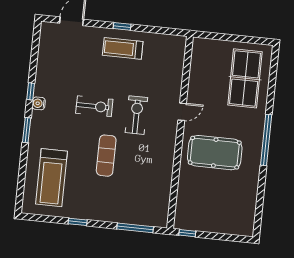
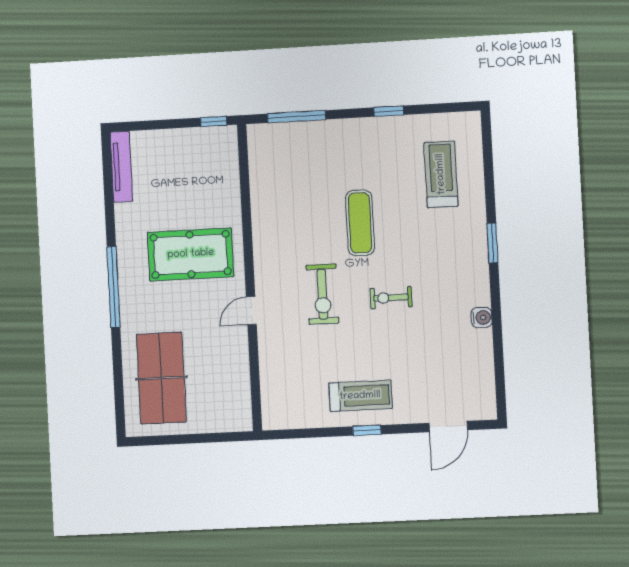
window: (31, 91) -> (496, 305), removed
water cooler: (39, 103) -> (482, 318), moved
exercise bike: (94, 106) -> (391, 298), width x0.73, depth x0.72
treadmill: (52, 178) -> (441, 174), width x0.73, depth x0.73
tv unit: (250, 214) -> (121, 167), added

